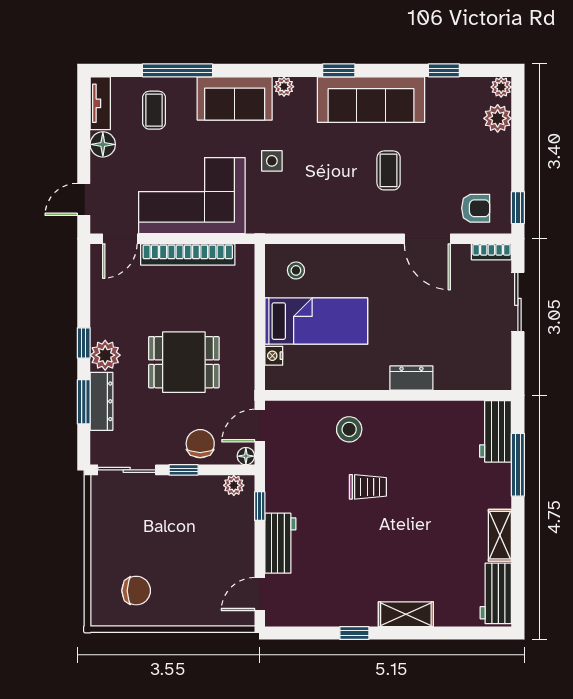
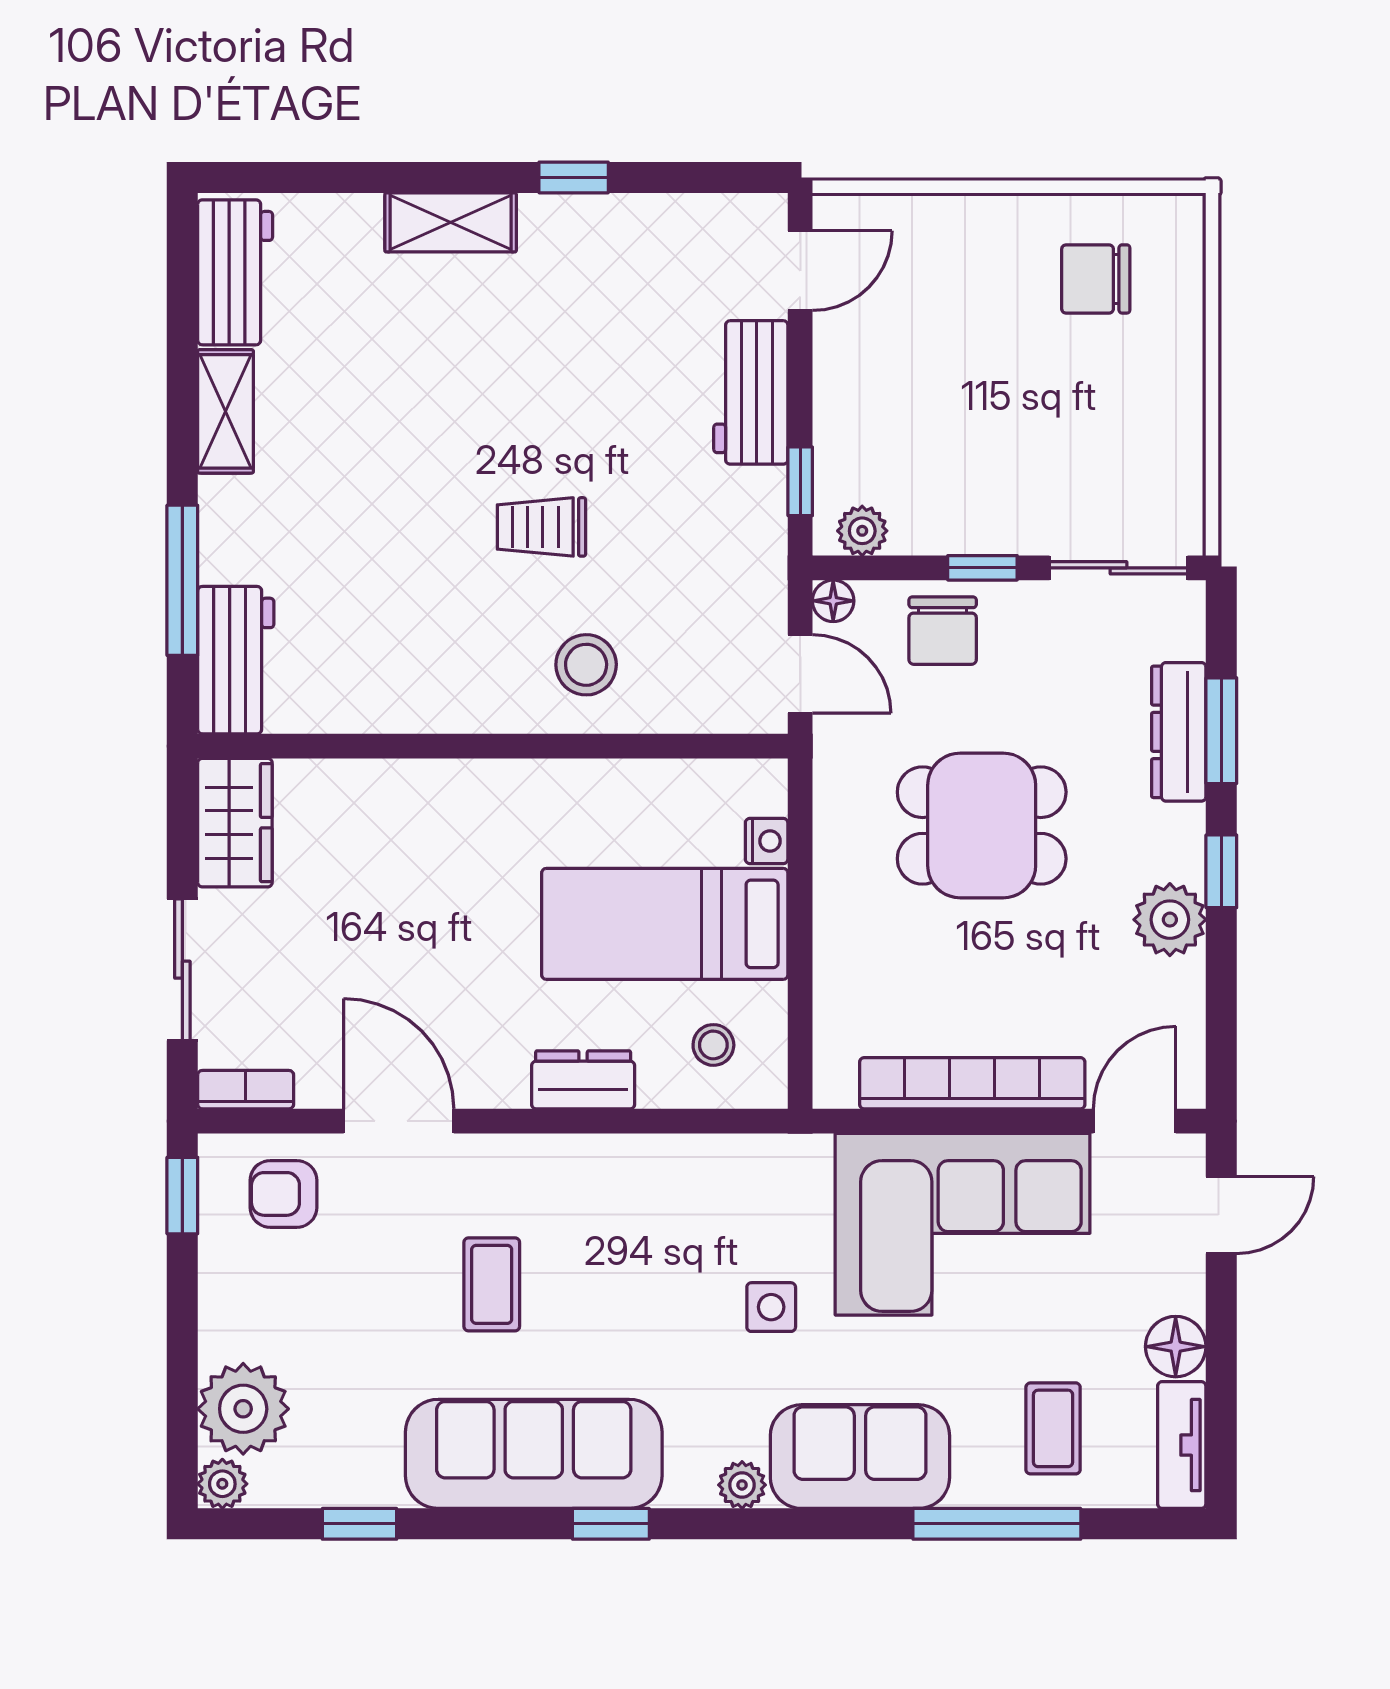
plant: (498, 118) -> (243, 1409), width x1.36, depth x1.36
plant: (105, 355) -> (1170, 920), moved
wardrobe: (496, 363) -> (235, 823), added
dresser: (411, 378) -> (583, 1080), moved, turned 180
door: (260, 426) -> (800, 674), hinge flipped

